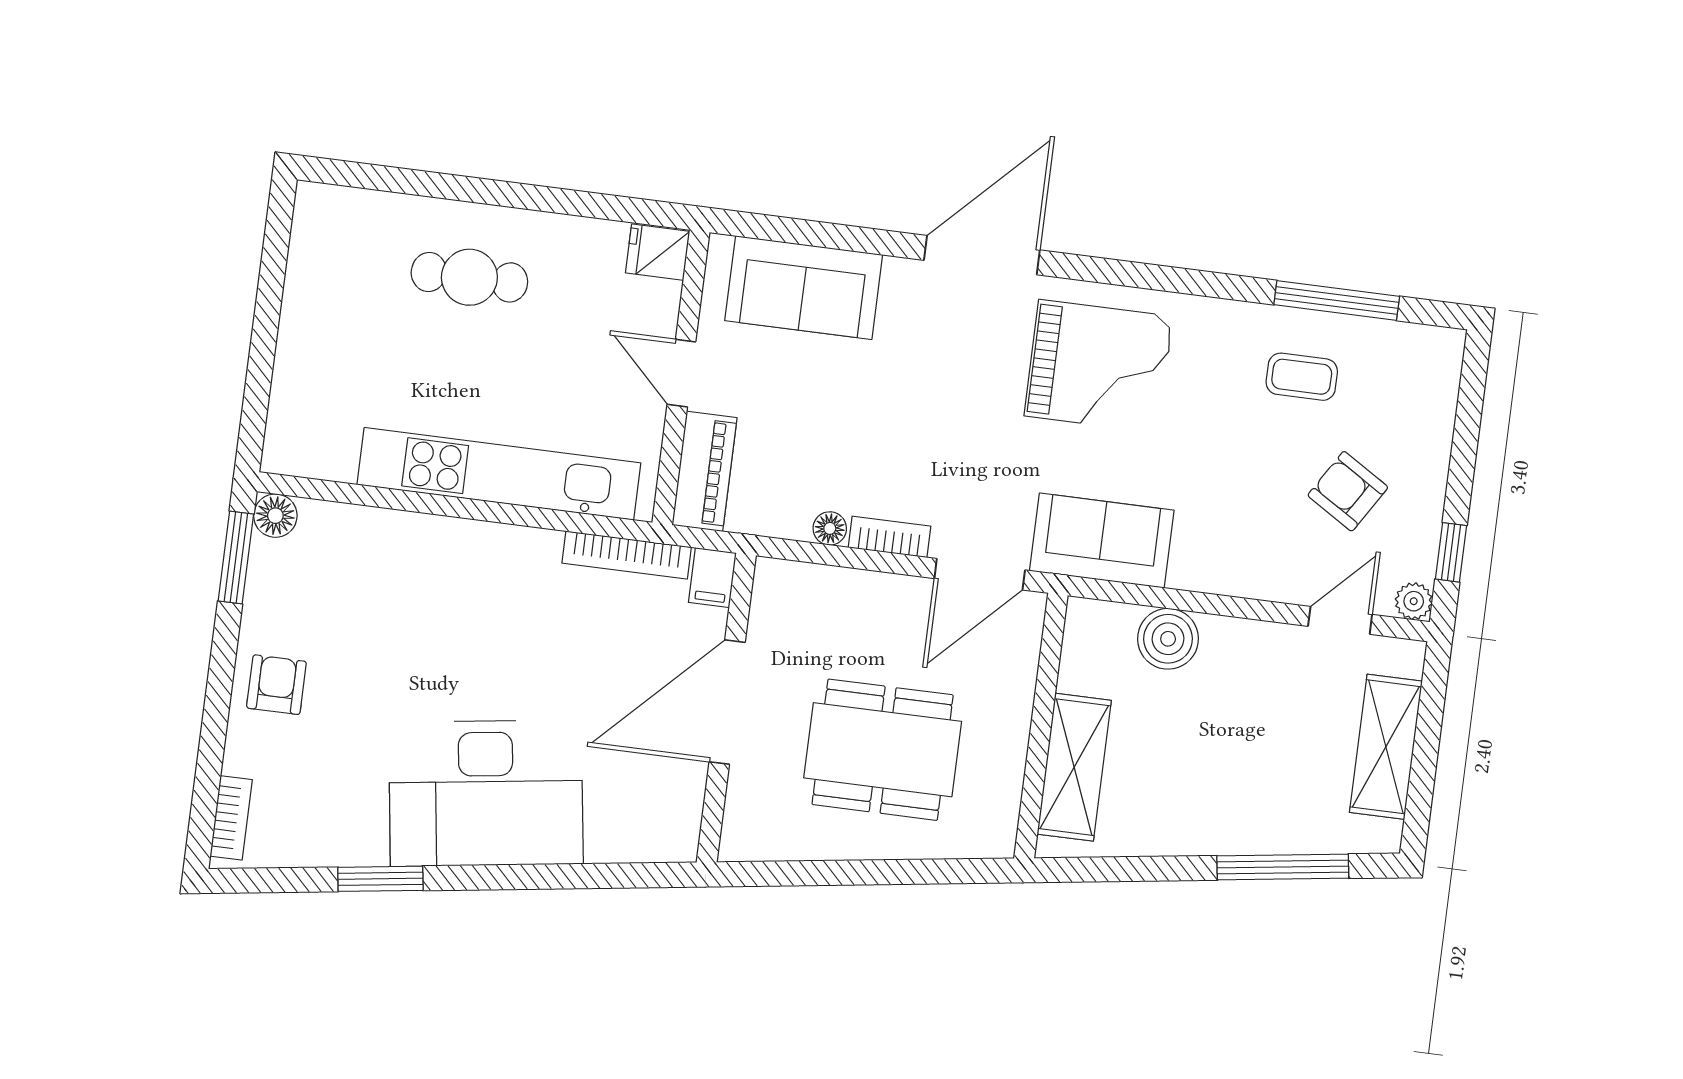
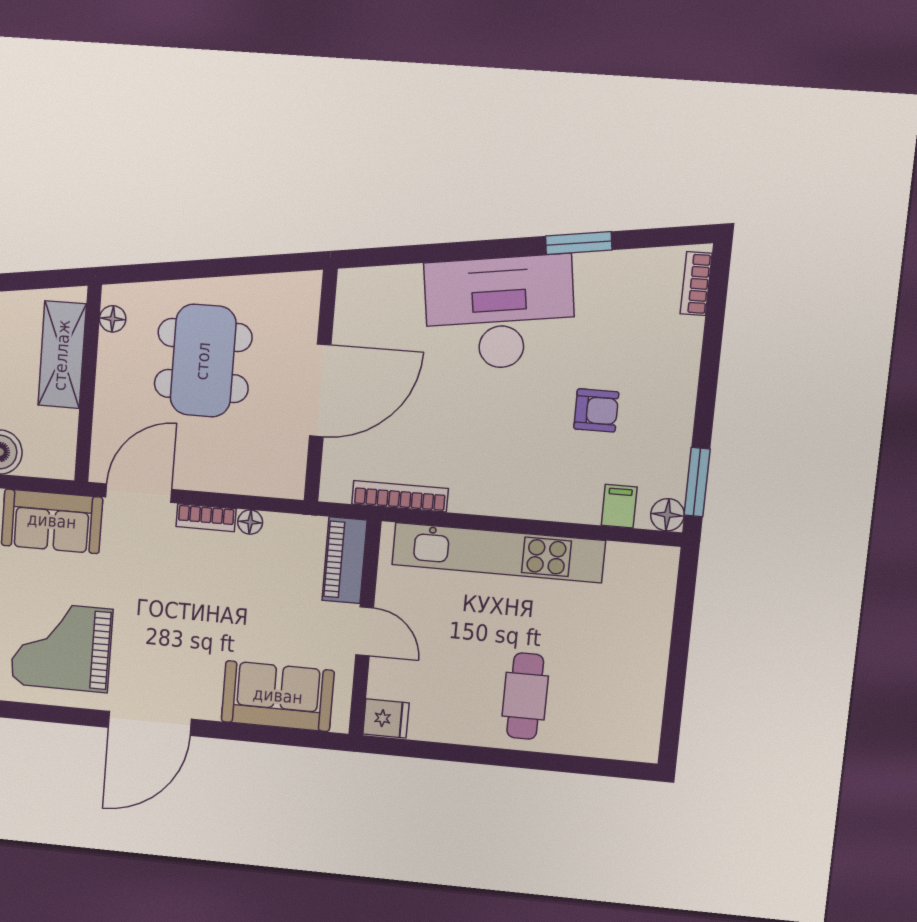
cafe table: (469, 277) -> (525, 696), turned 90
filing cabinet: (712, 578) -> (619, 506), moved
armchair: (276, 685) -> (596, 410), moved, turned -90
dining table: (883, 750) -> (203, 361), turned 90
floor lamp: (1002, 812) -> (113, 319), added

